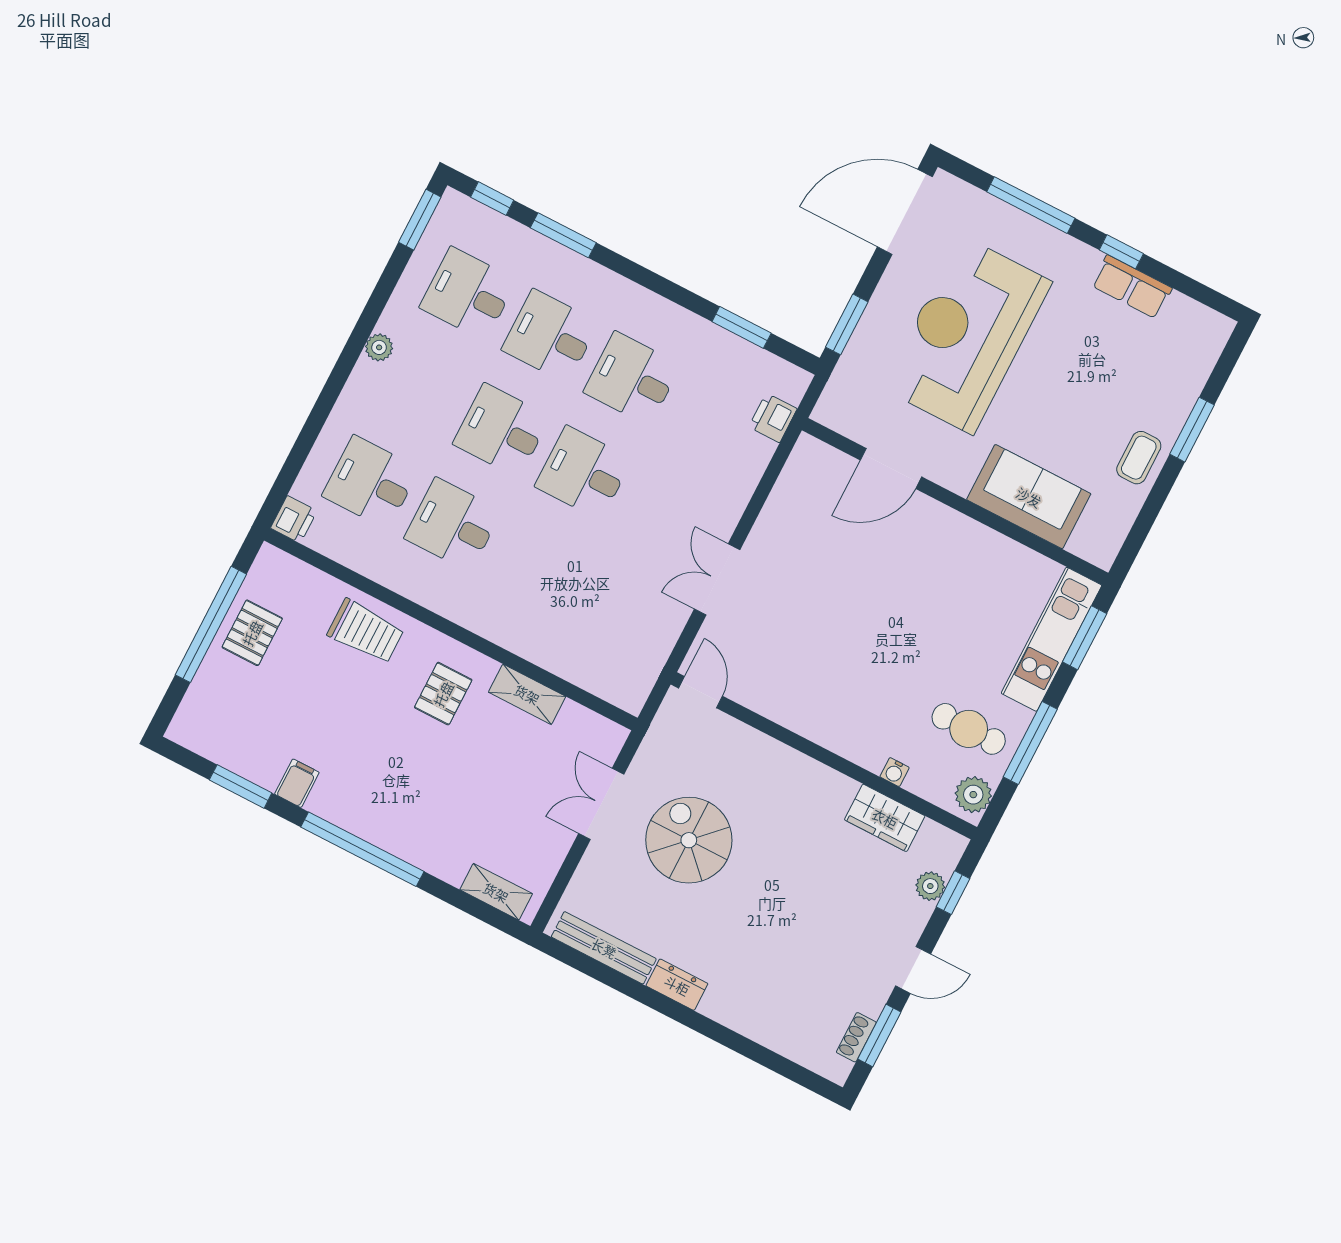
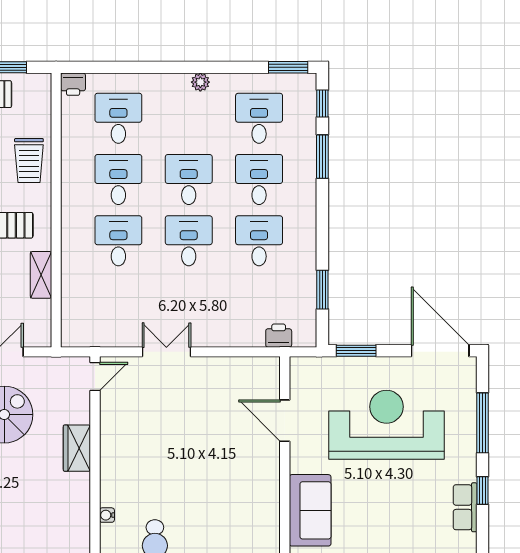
desk: (535, 567) -> (118, 241), added
wardrobe: (885, 818) -> (77, 448), moved

